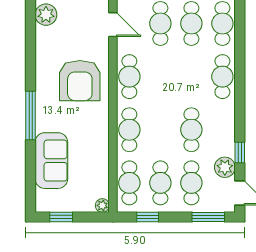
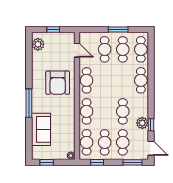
plant: (225, 167) -> (142, 123), moved

